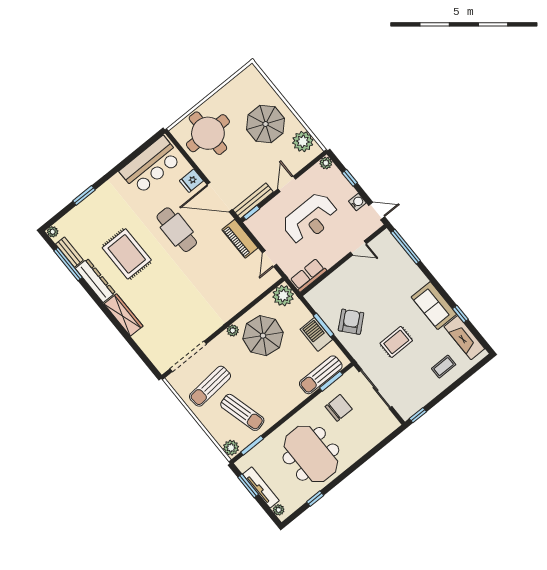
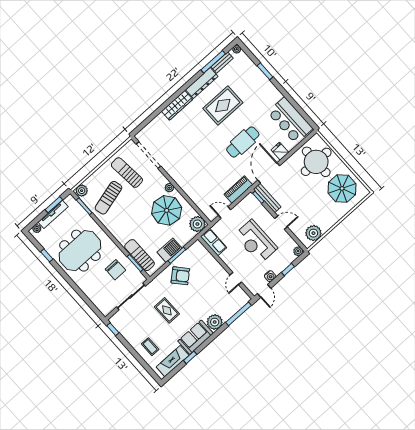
parasol: (266, 124) -> (342, 188), moved
plant: (415, 279) -> (215, 322), added

